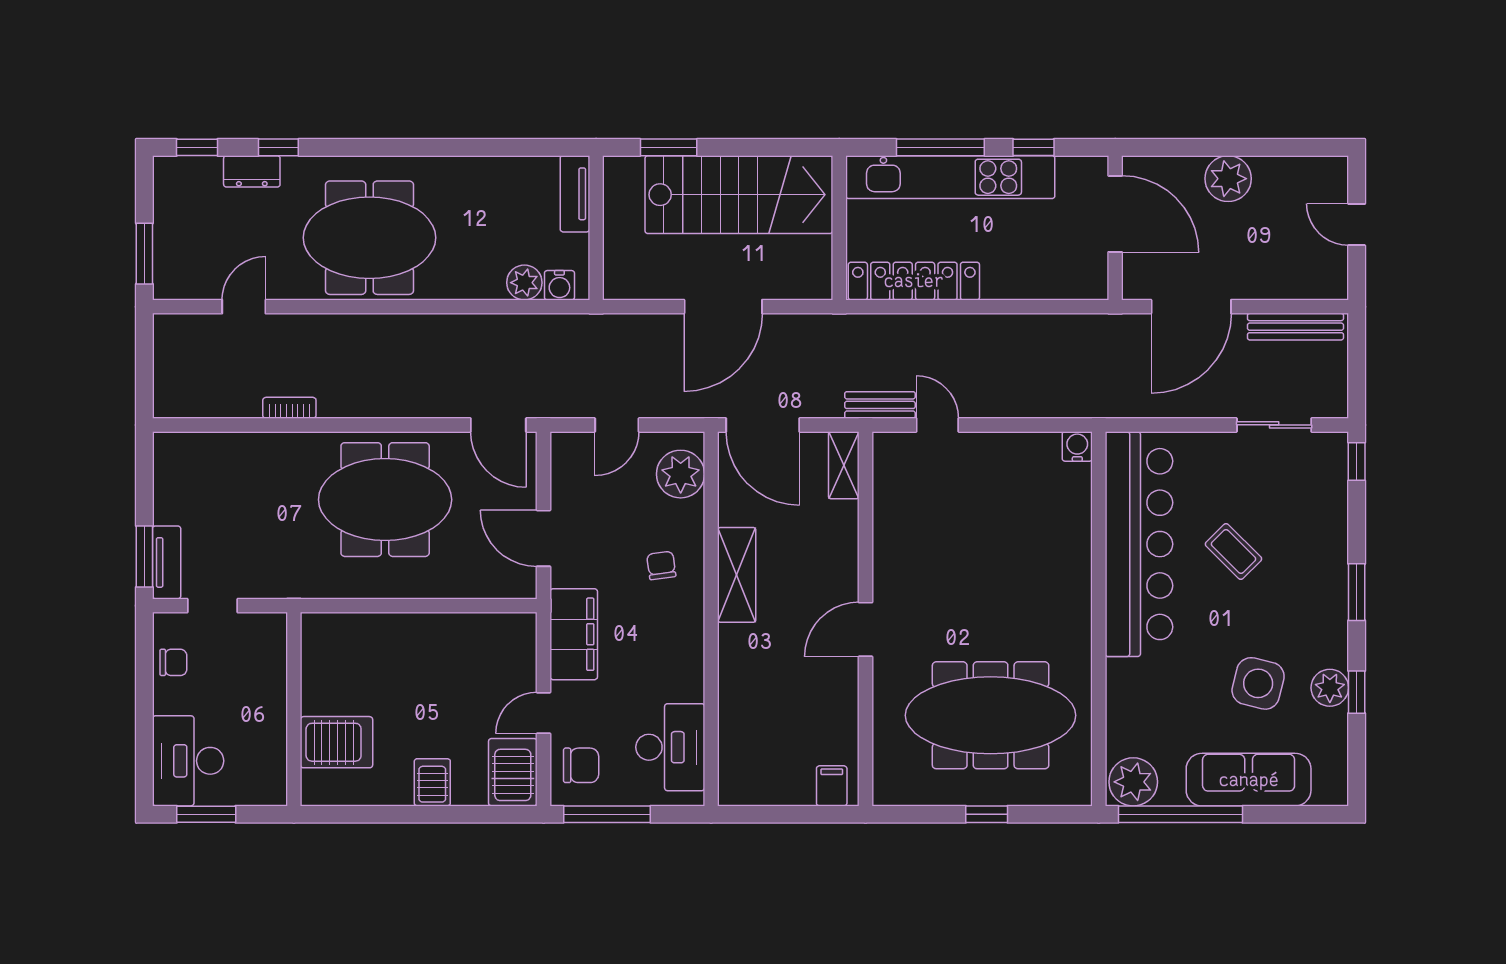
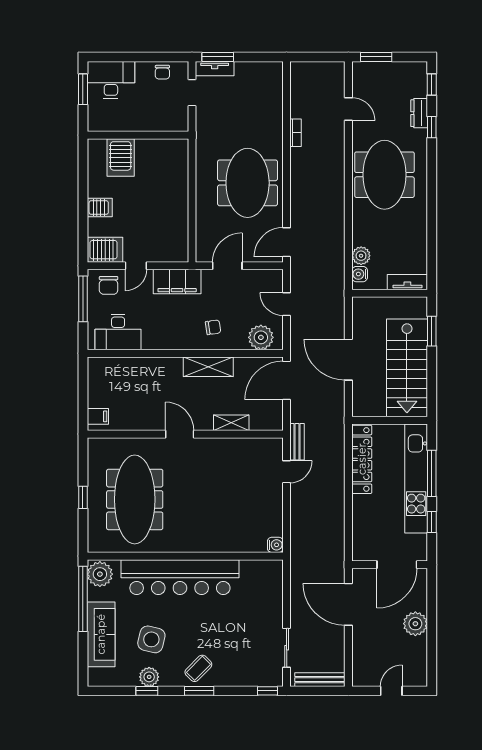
bench: (1295, 327) -> (320, 680), moved, turned 90
shelving: (844, 465) -> (231, 423), moved
bar counter: (1139, 544) -> (180, 577), moved
coffee table: (1233, 551) -> (198, 668), moved
door: (544, 713) -> (136, 266), swing flipped

